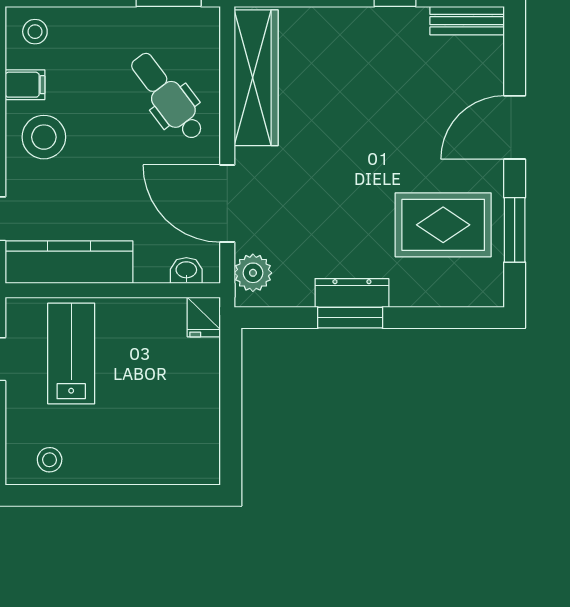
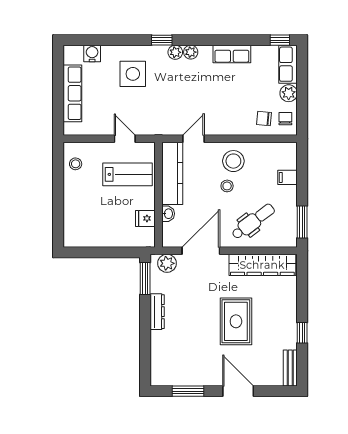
stool: (35, 32) -> (227, 186), moved
filing cabinet: (25, 85) -> (287, 177), moved, turned 90
rug: (443, 225) -> (236, 321), moved
washbasin: (186, 271) -> (168, 214), moved
fridge: (204, 317) -> (145, 218), moved
window: (350, 318) -> (145, 278), moved

